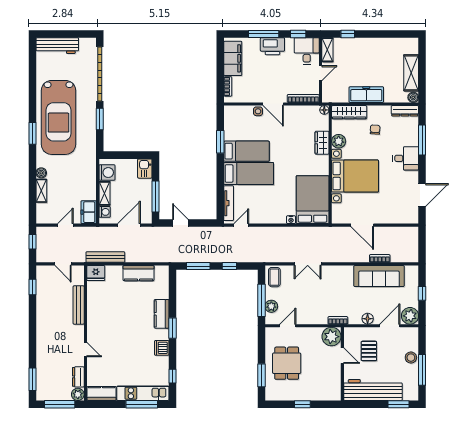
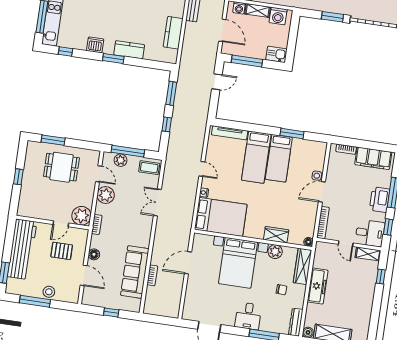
door: (241, 225) -> (202, 169), moved
plant: (410, 316) -> (106, 195), moved

